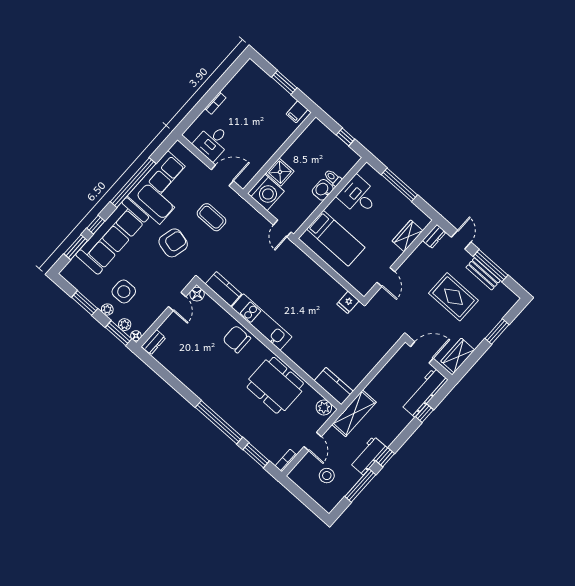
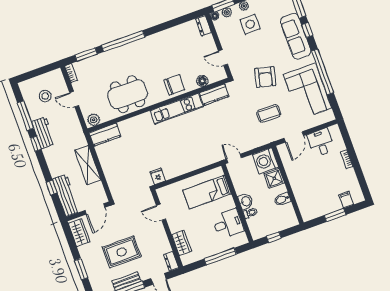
filing cabinet: (297, 112) -> (346, 200), moved
bidet: (299, 151) -> (282, 199), added
sofa: (112, 236) -> (296, 36), width x0.74, depth x0.79
floor lamp: (197, 294) -> (202, 81), moved
shelving: (354, 413) -> (88, 165), moved

